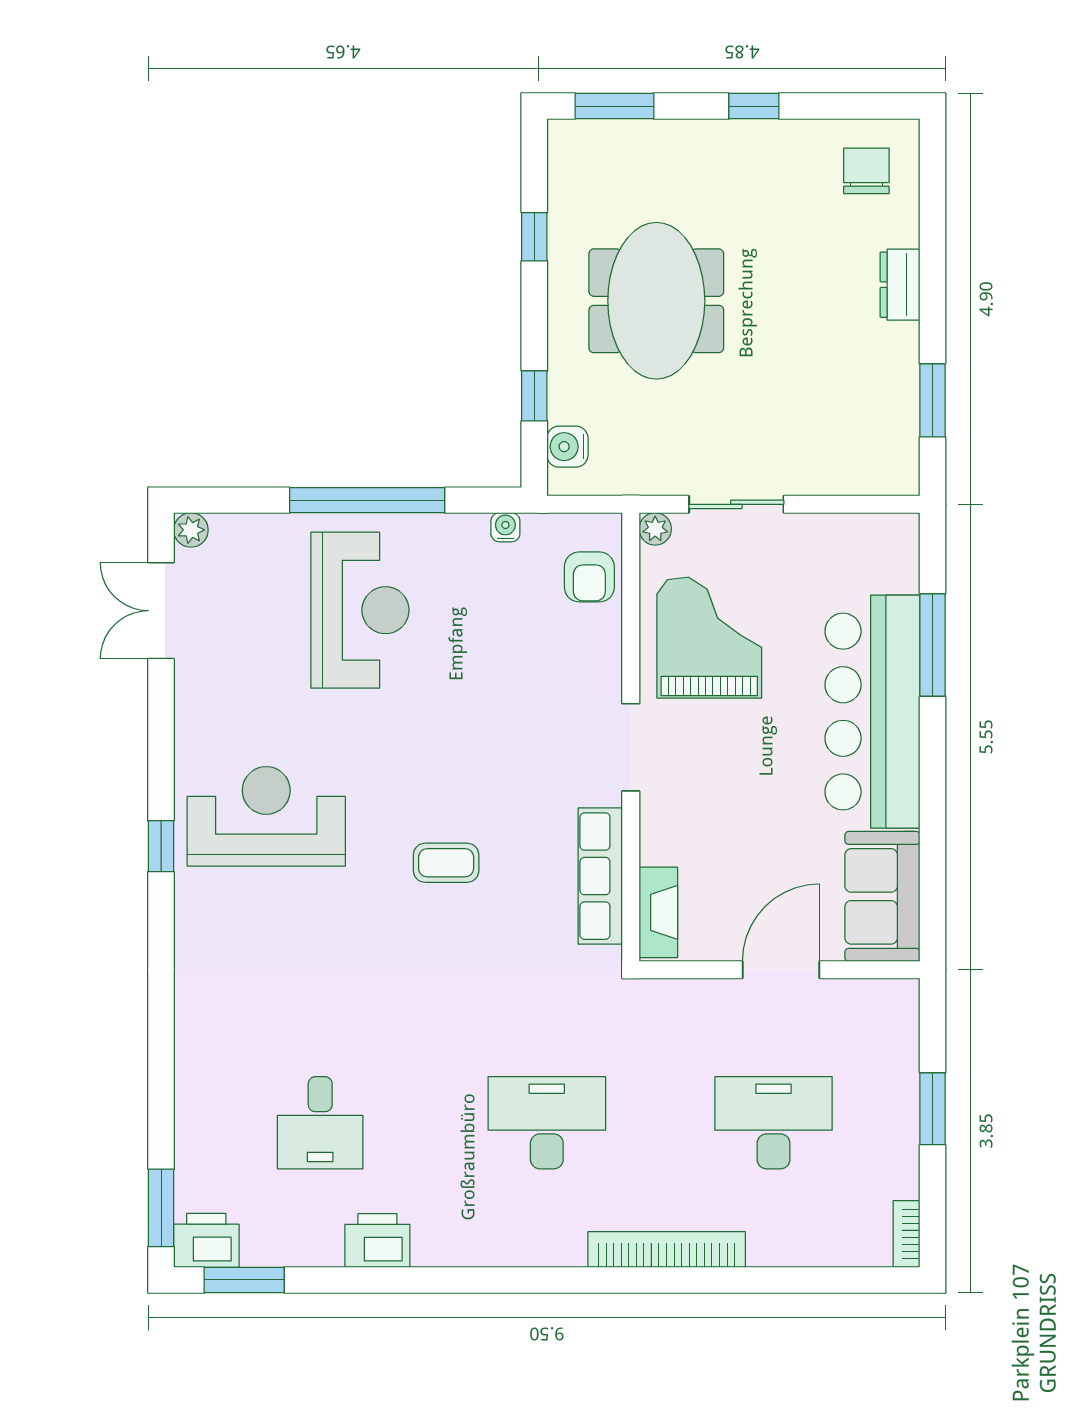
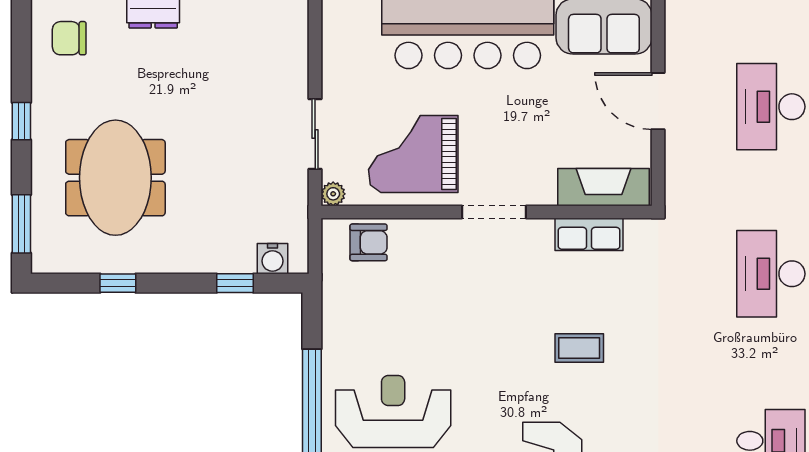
meeting table: (656, 301) -> (115, 178), moved, turned 90
water cooler: (505, 527) -> (332, 304), removed
coffee table: (446, 863) -> (579, 348), turned 90
row of seats: (600, 876) -> (589, 234), width x0.68
fireplace: (658, 912) -> (604, 187), width x1.37, depth x1.32

